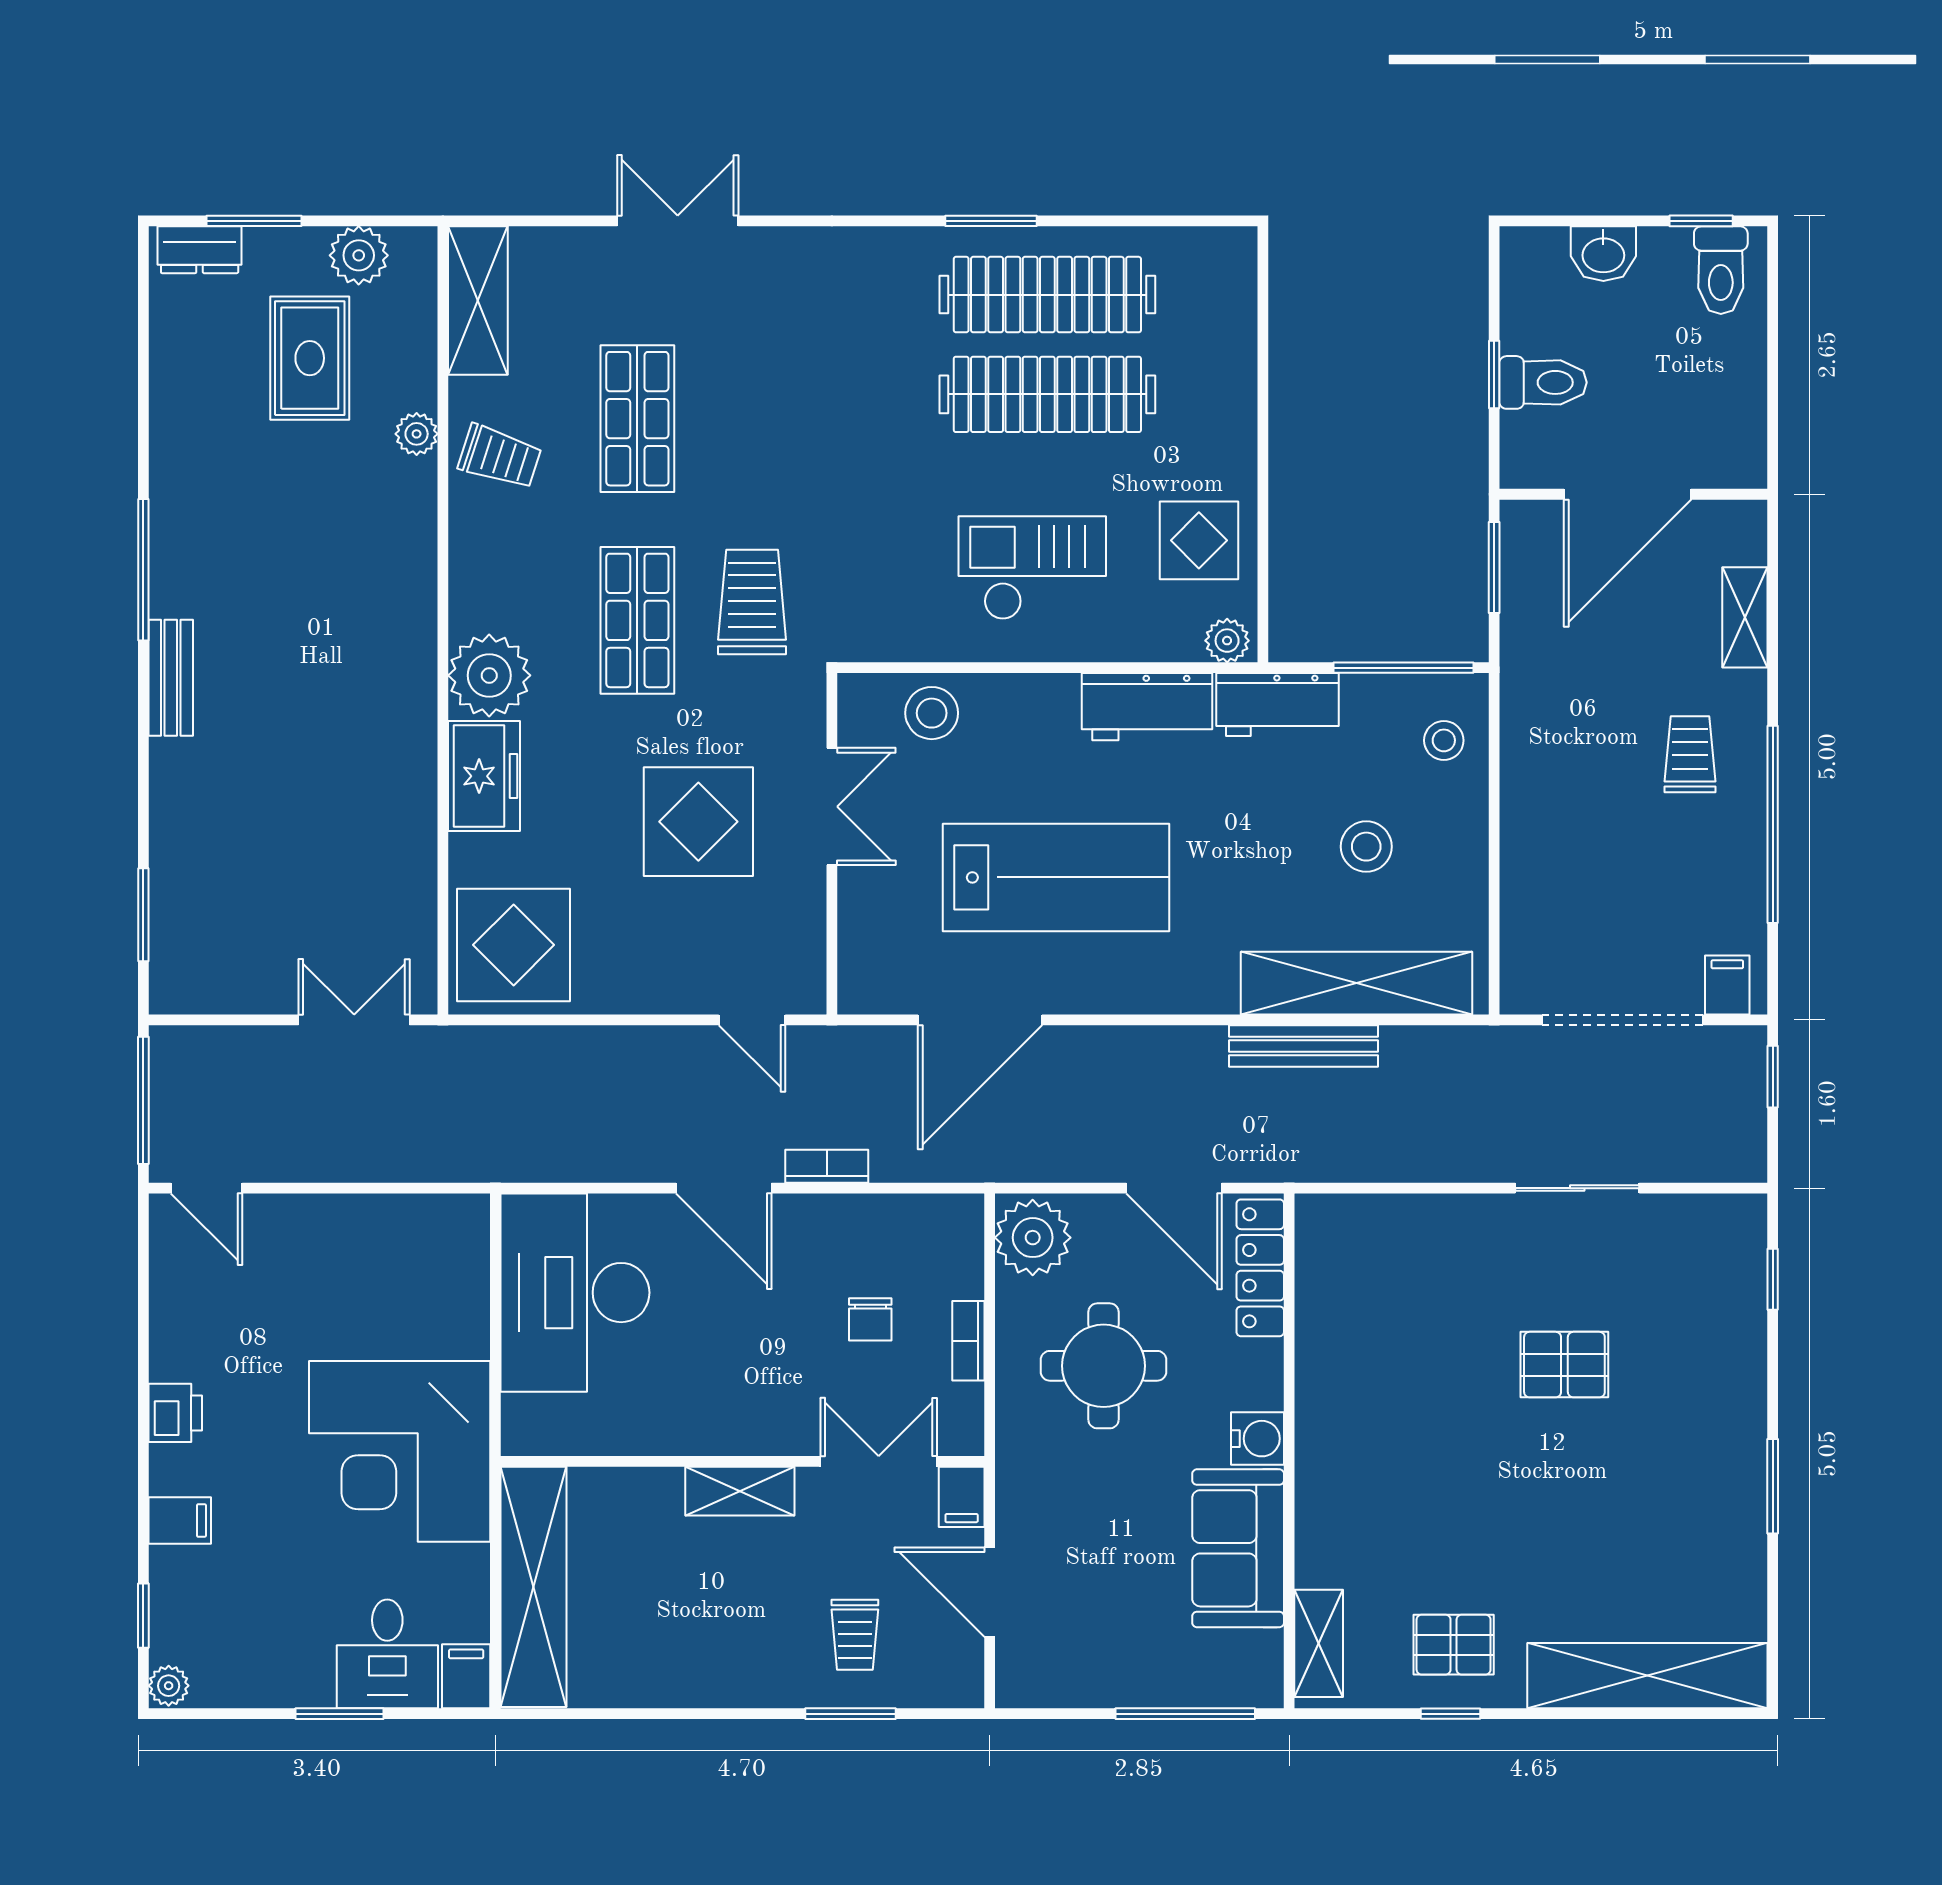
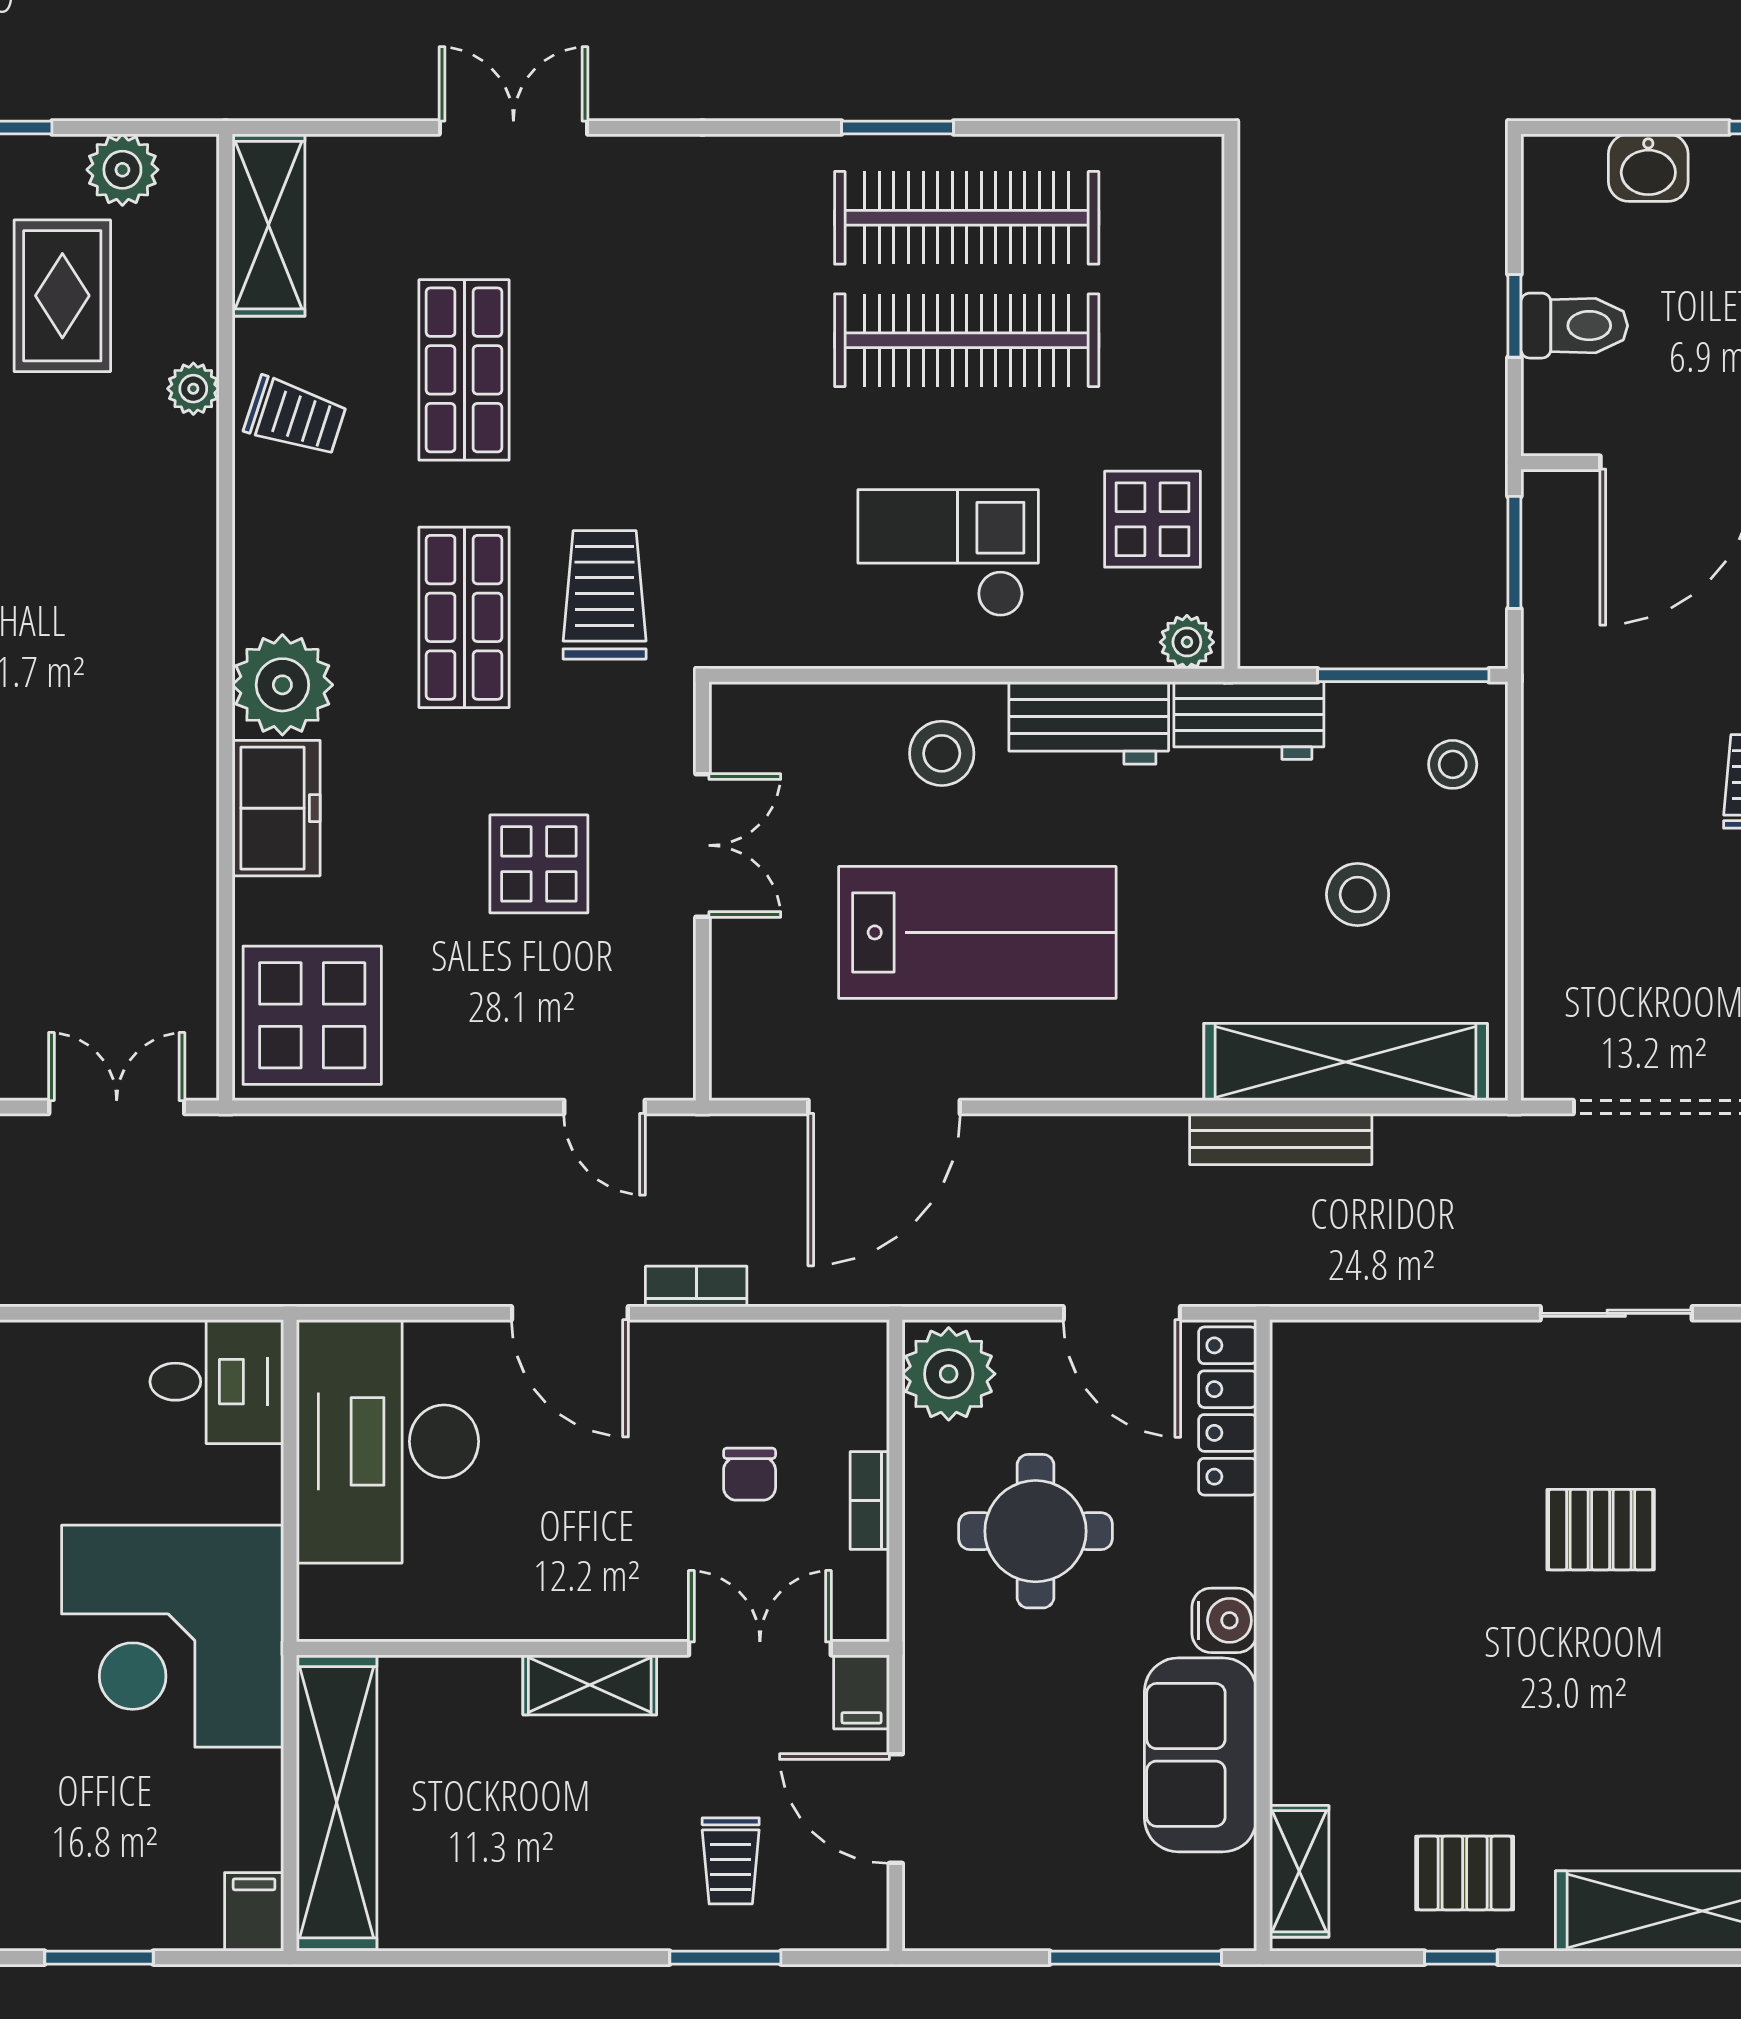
stool: (932, 713) -> (942, 753), moved
display table: (698, 822) -> (539, 864), width x0.73, depth x0.73
desk: (387, 1654) -> (217, 1382), moved, turned -90

